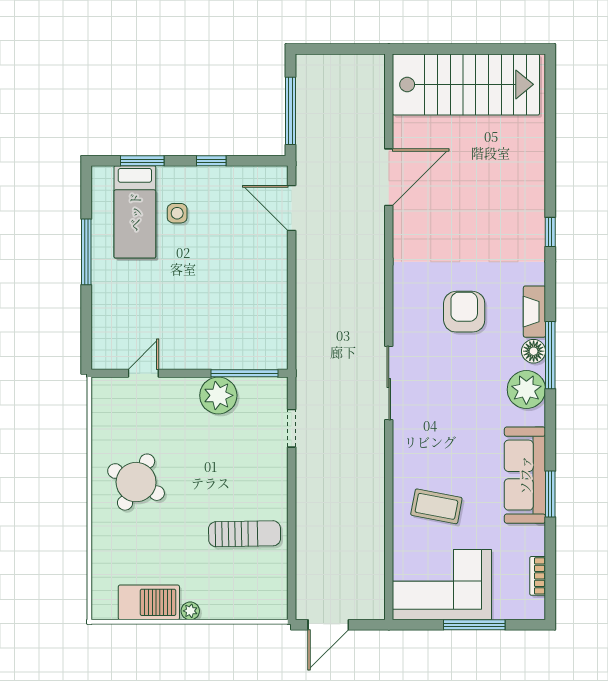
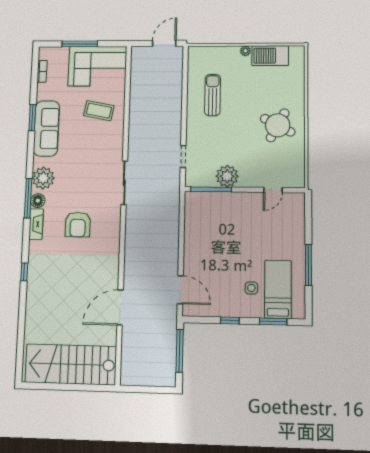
sun lounger: (245, 534) -> (213, 95), turned 91

